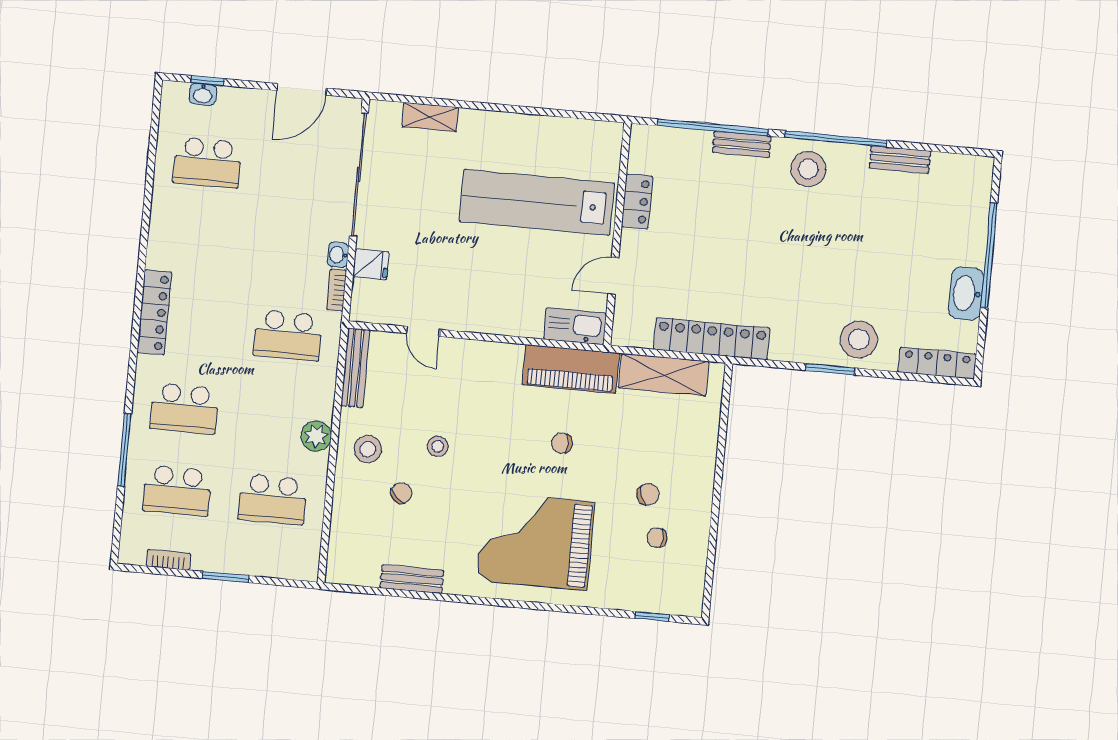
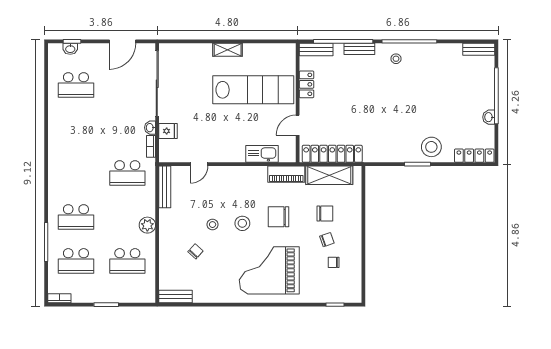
shelving: (430, 117) -> (228, 50), moved
bench: (661, 138) -> (316, 49), added
bench: (900, 160) -> (479, 49), moved
stool: (808, 169) -> (396, 59), width x0.53, depth x0.53
lab bench: (537, 202) -> (253, 90), turned 180
washbasin: (966, 293) -> (489, 117), width x0.52, depth x0.69
locker: (154, 312) -> (55, 167), removed
kitchen sink: (575, 326) -> (262, 154), moved
door: (423, 331) -> (199, 164), hinge flipped
locker: (712, 339) -> (332, 154), moved
piano: (571, 369) -> (286, 174), width x0.73, depth x0.75
chair: (562, 443) -> (278, 217), width x1.87, depth x1.87
chair: (649, 445) -> (325, 213), added
stool: (368, 449) -> (242, 223), moved
bookcase: (168, 560) -> (59, 298), moved
bench: (412, 579) -> (176, 296), moved

